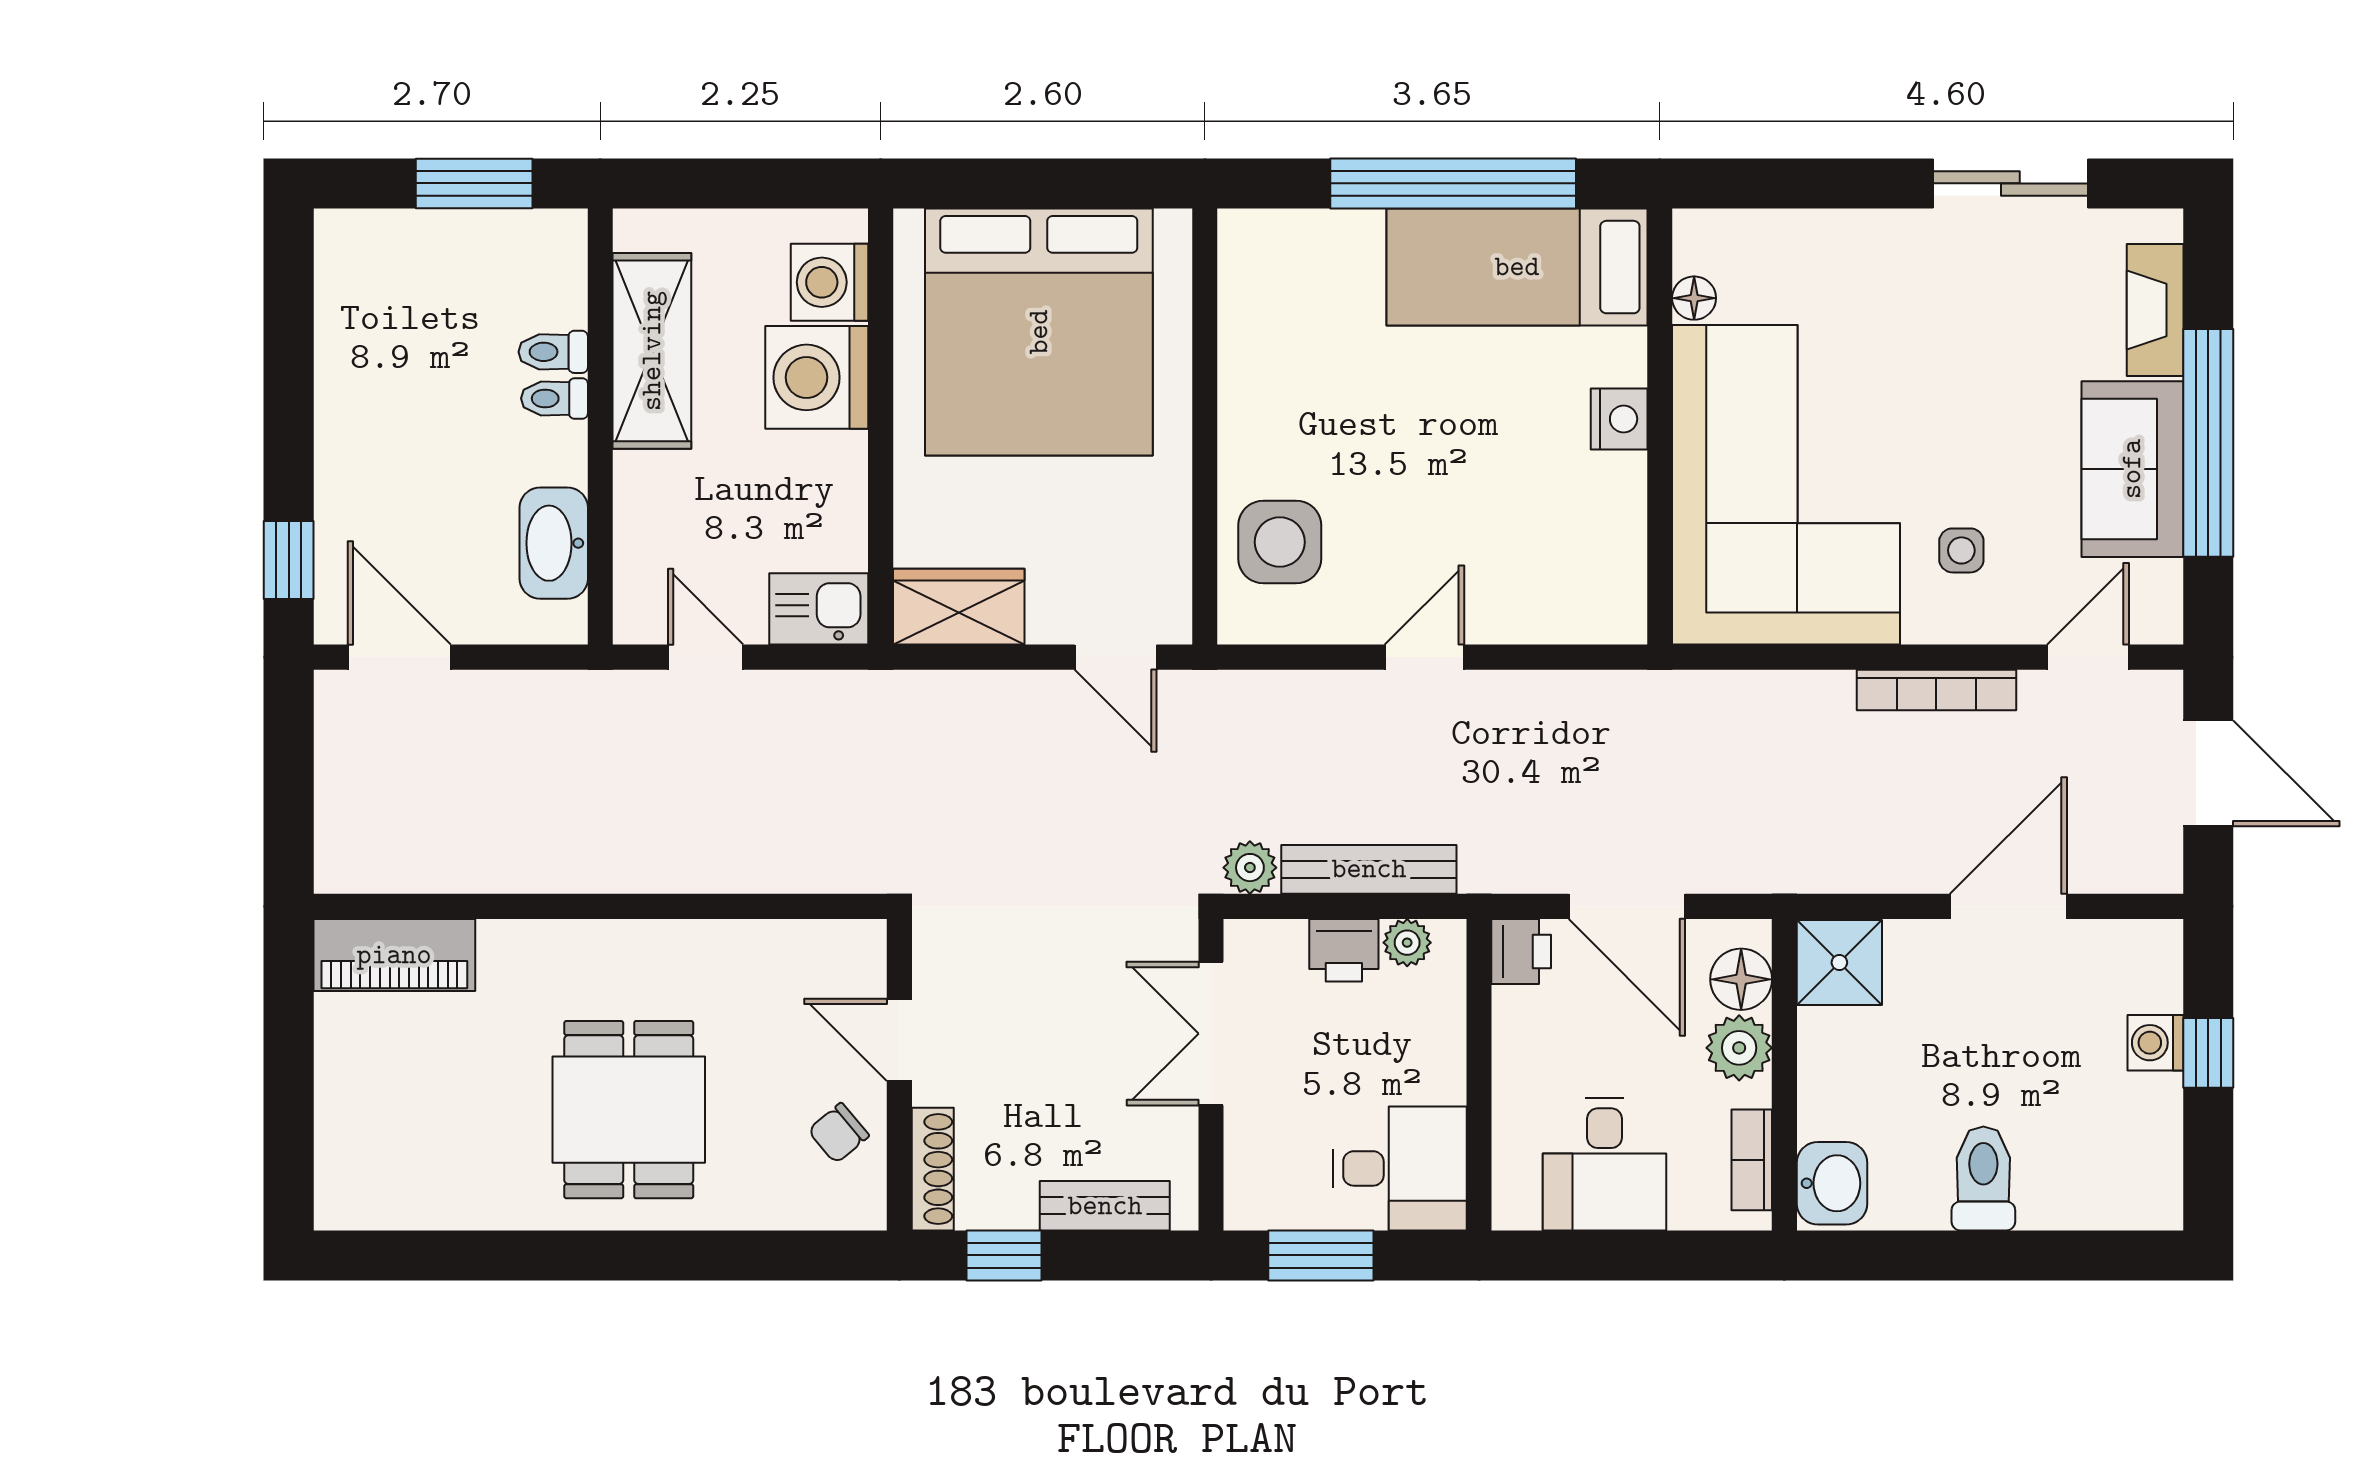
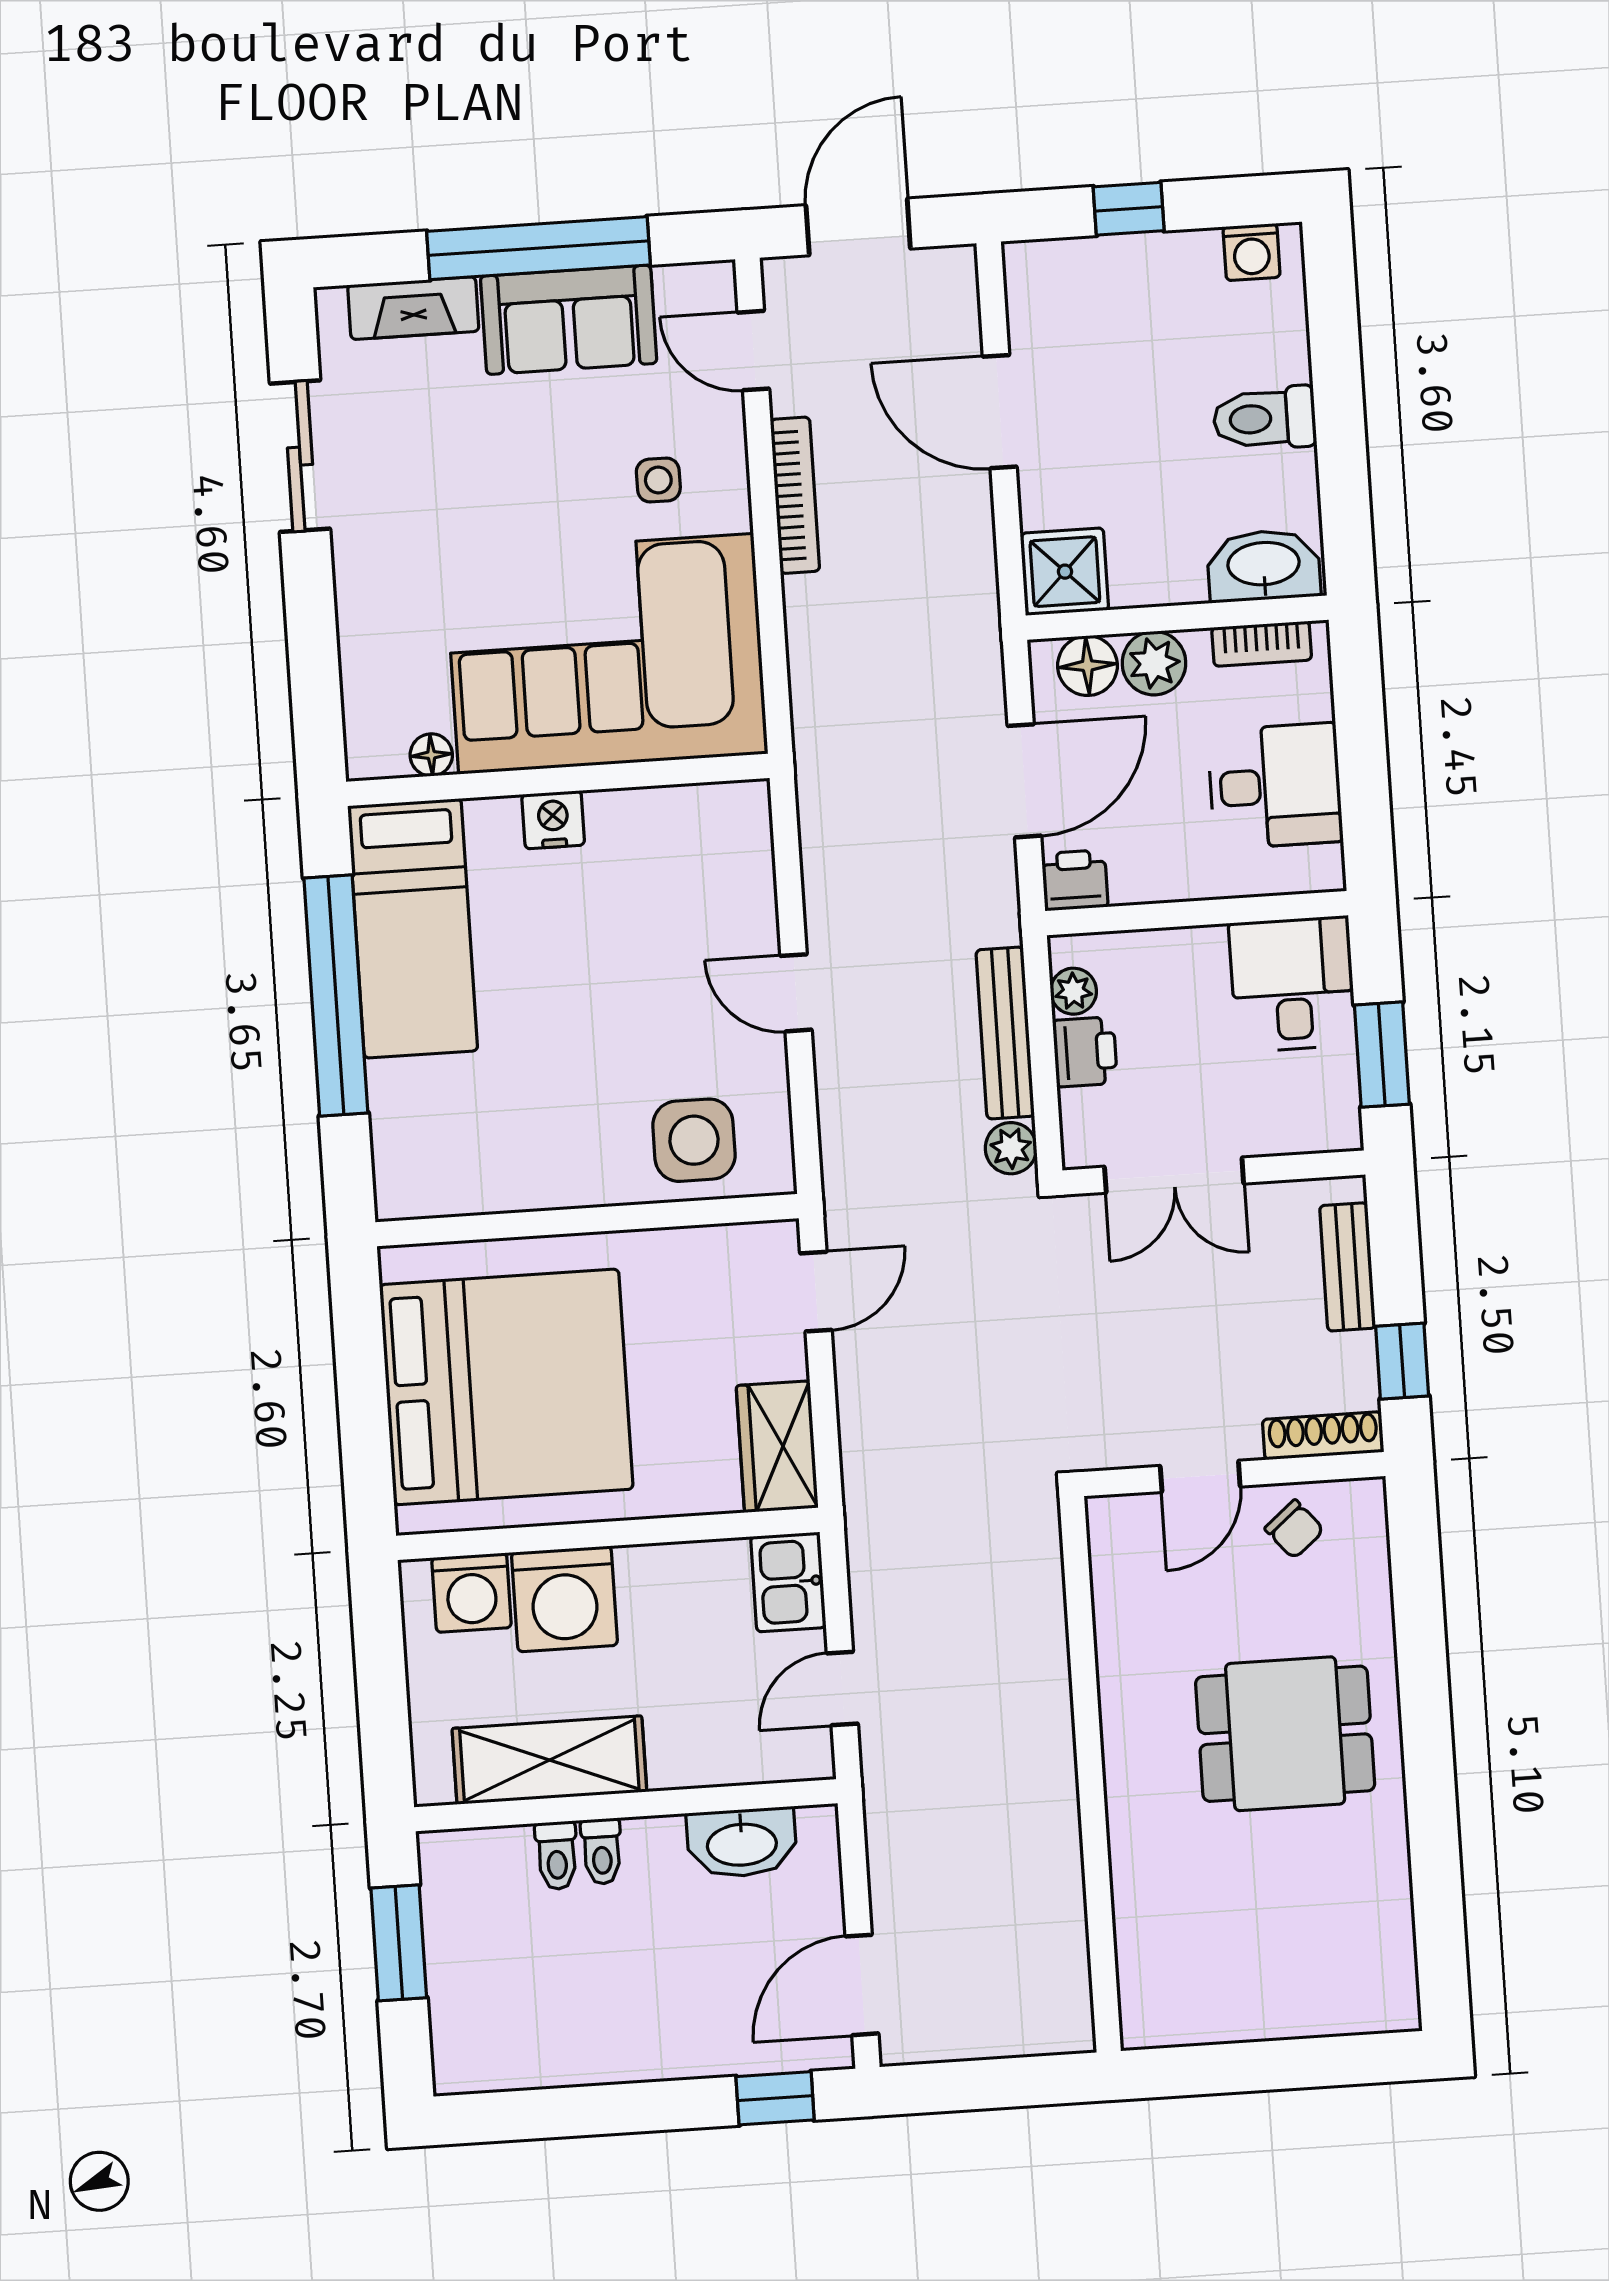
piano: (394, 955) -> (1151, 1970), removed
washing machine: (2155, 1043) -> (1252, 252), moved
washbasin: (1832, 1183) -> (1264, 566), width x1.38

